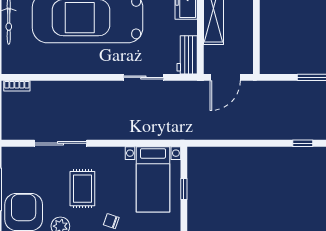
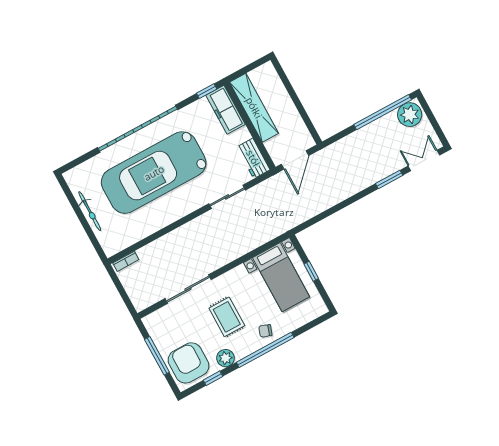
window: (303, 143) -> (389, 179), width x1.50

